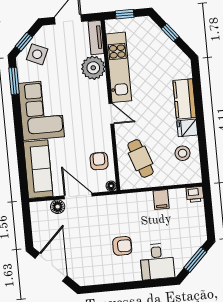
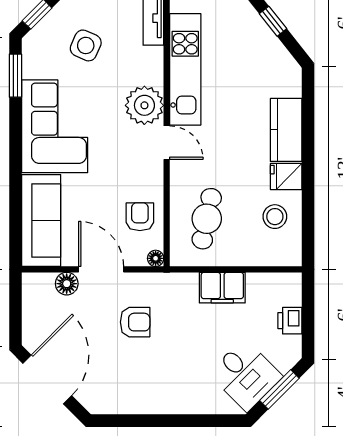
side table: (37, 54) -> (86, 45), moved
plant: (93, 68) -> (144, 105), moved
cafe table: (141, 158) -> (207, 219), turned 31
printer: (195, 194) -> (290, 321), moved, turned 90
filing cabinet: (161, 200) -> (222, 288), width x2.00
armchair: (122, 246) -> (135, 322), moved
desk: (157, 262) -> (245, 375), moved, turned -45

